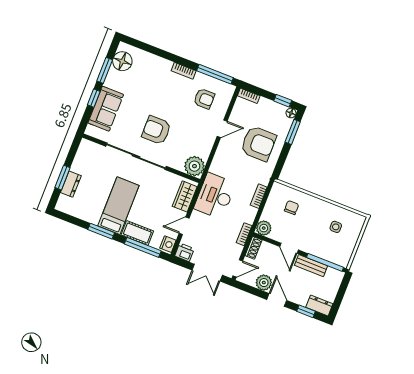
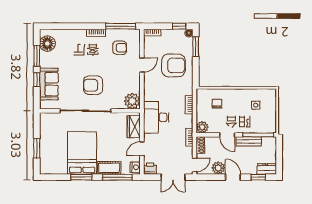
dresser: (71, 184) -> (45, 151), removed
bed: (118, 206) -> (82, 153), width x1.50

